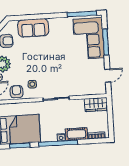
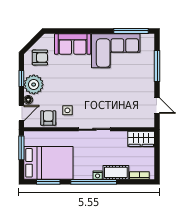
corner sofa: (89, 39) -> (116, 51), moved, turned -90
door: (108, 76) -> (157, 106), hinge flipped

